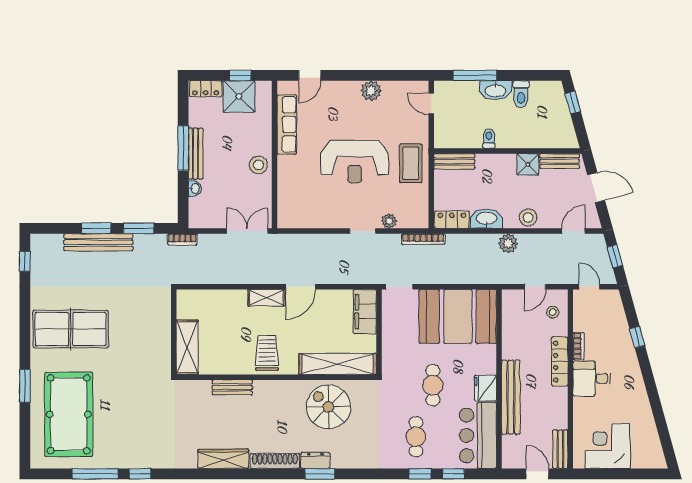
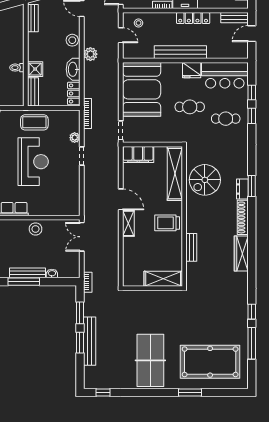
shower: (528, 164) -> (35, 69), moved
locker: (560, 361) -> (193, 18), moved
bench: (511, 397) -> (180, 52), moved

